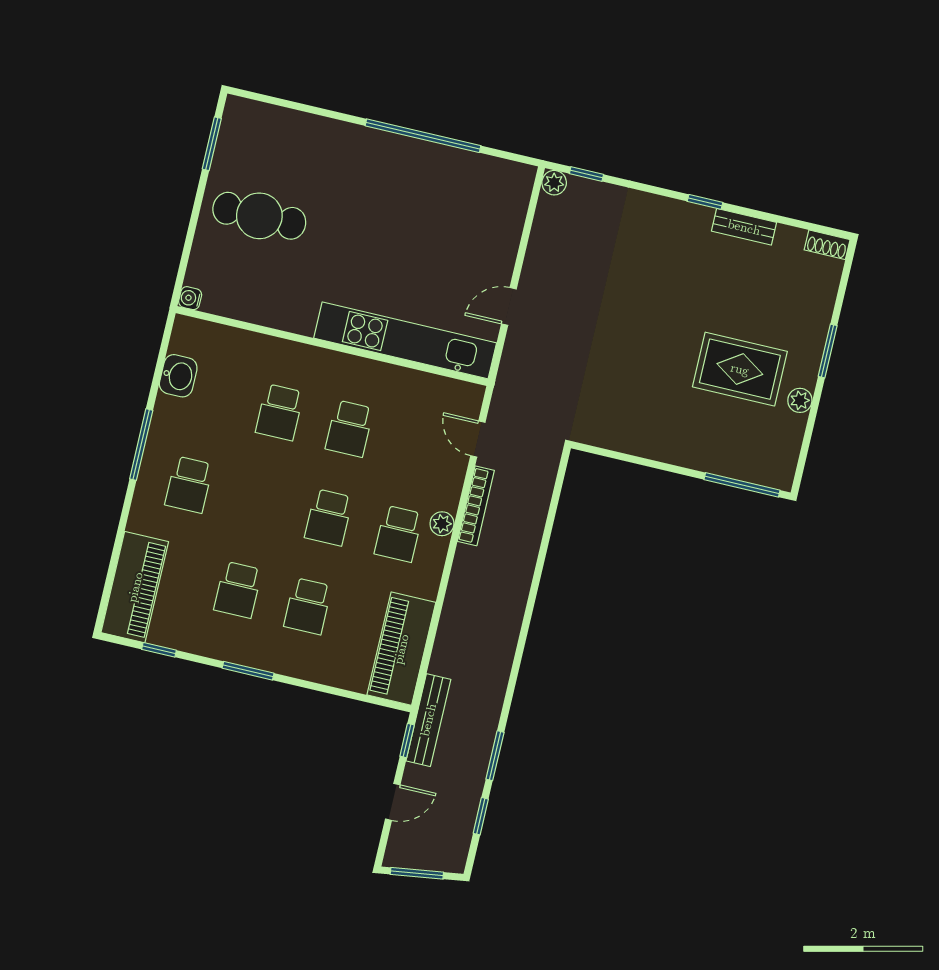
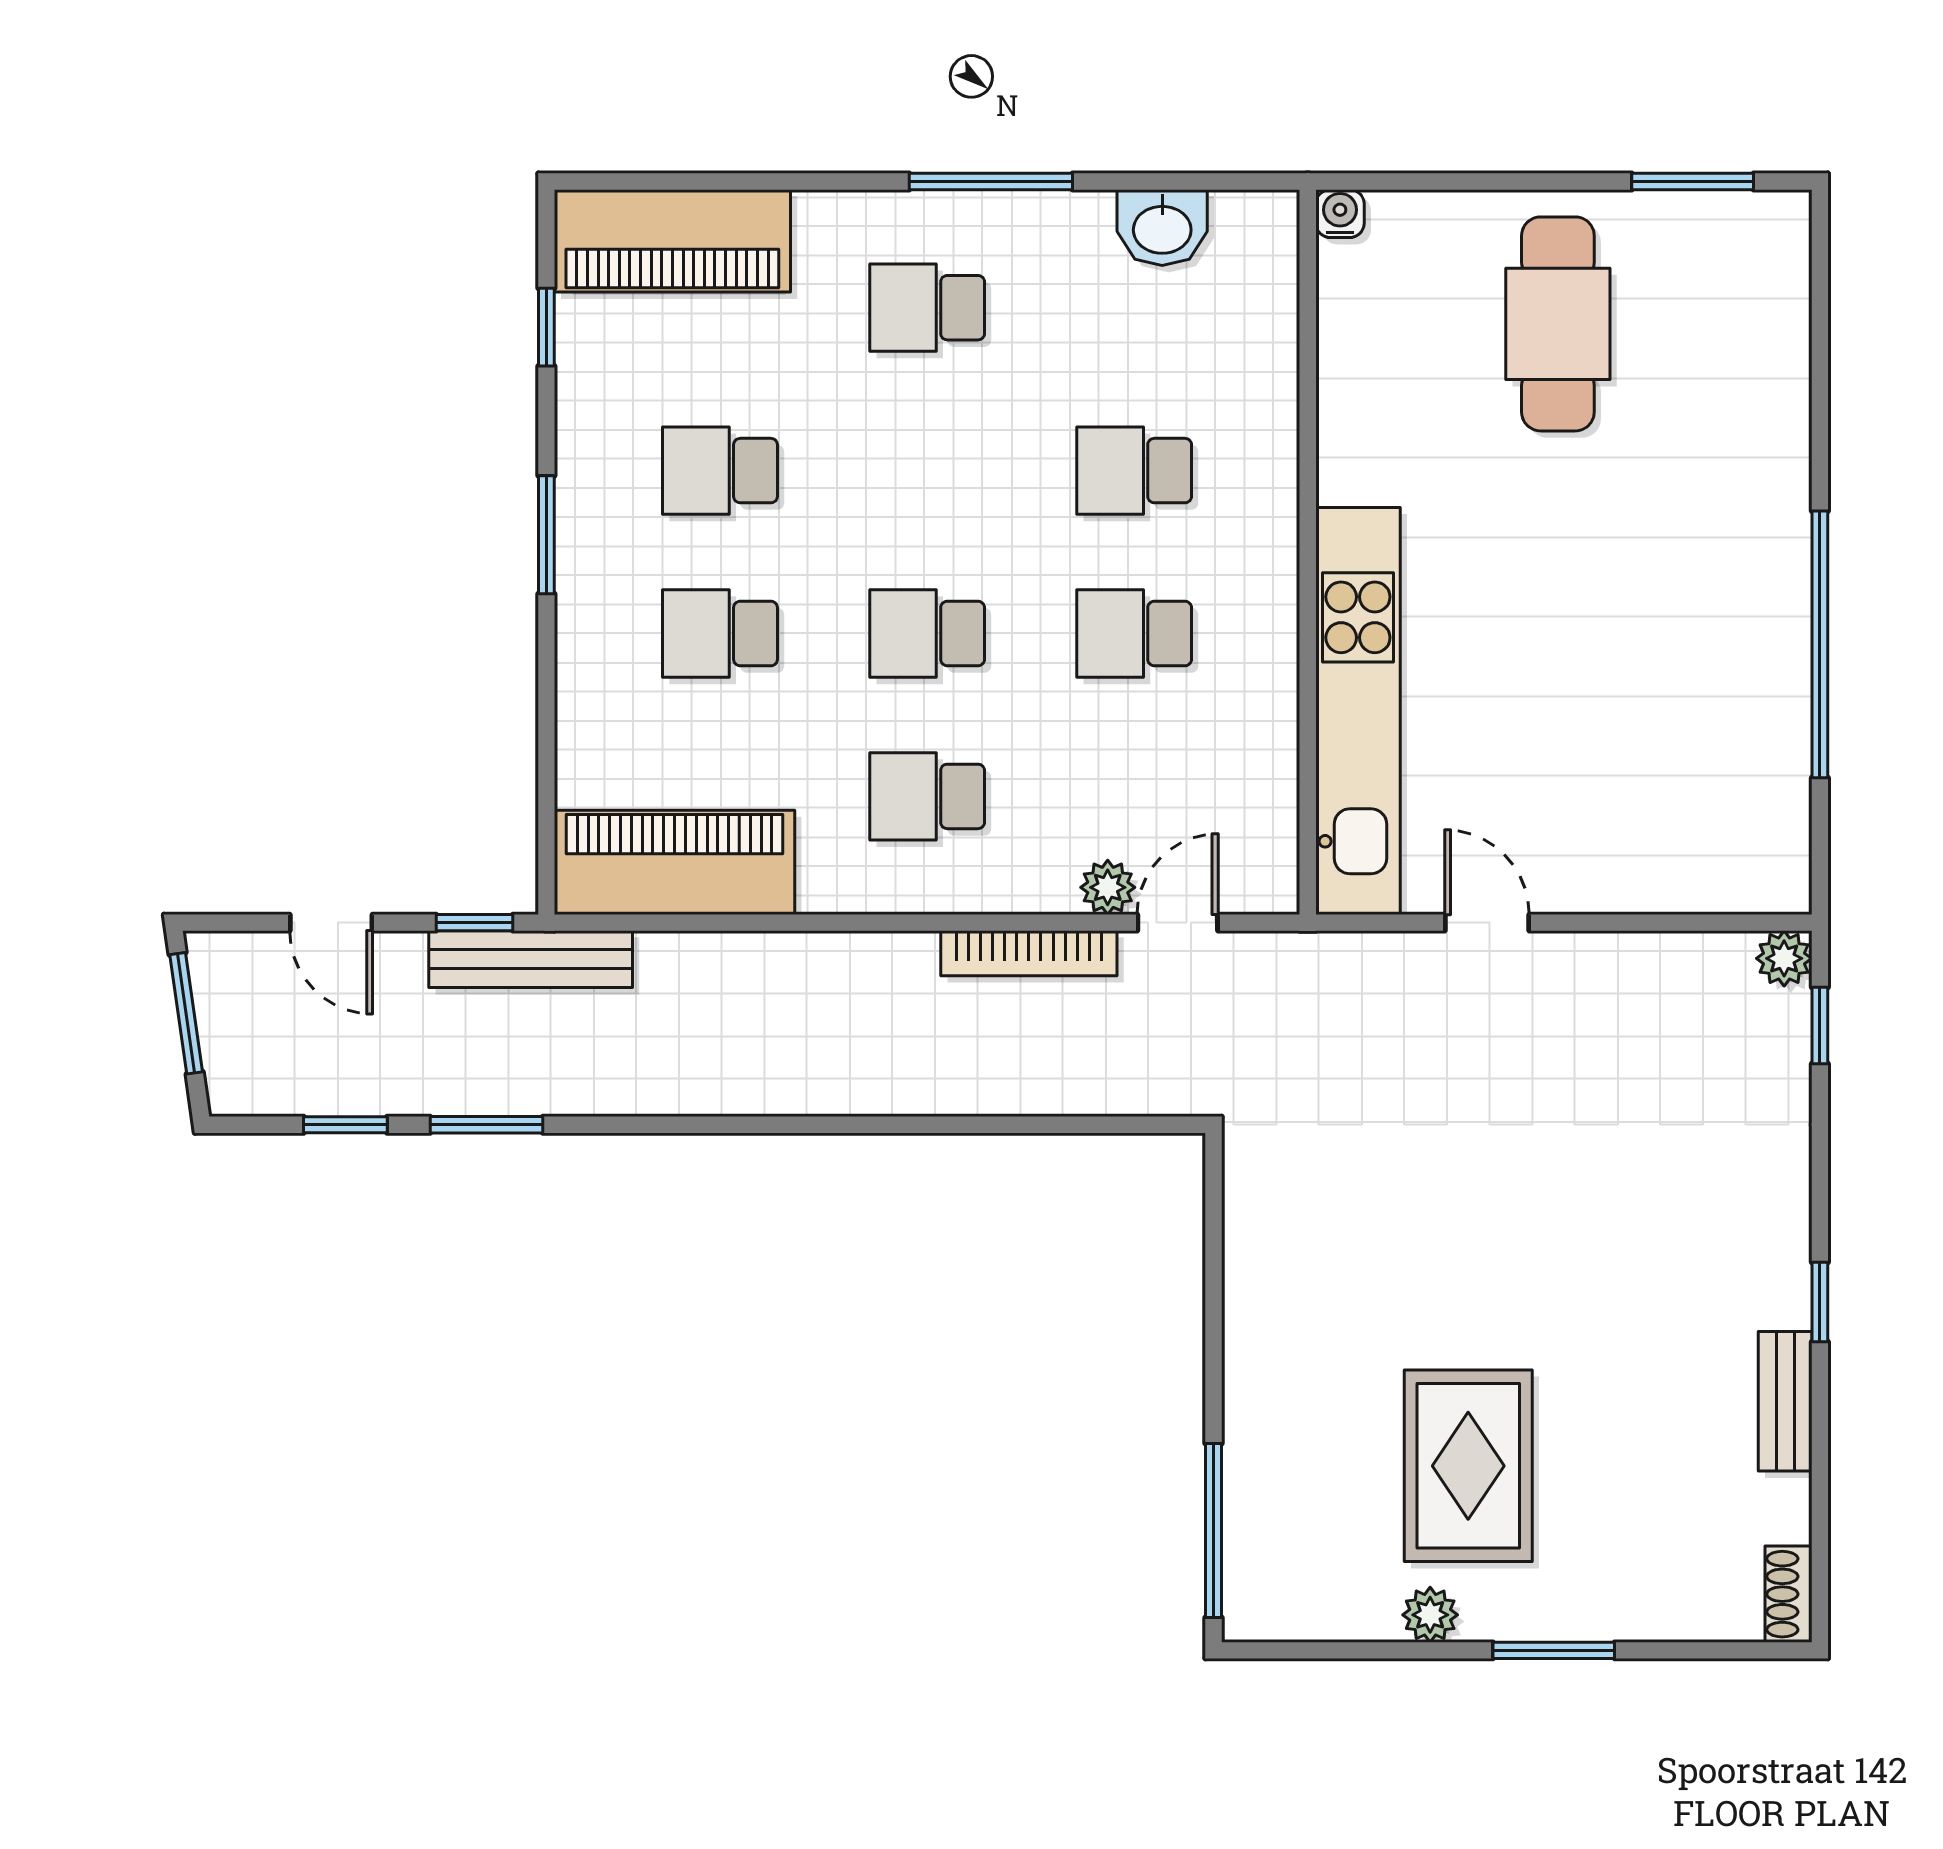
plant: (442, 524) -> (1108, 887), moved

